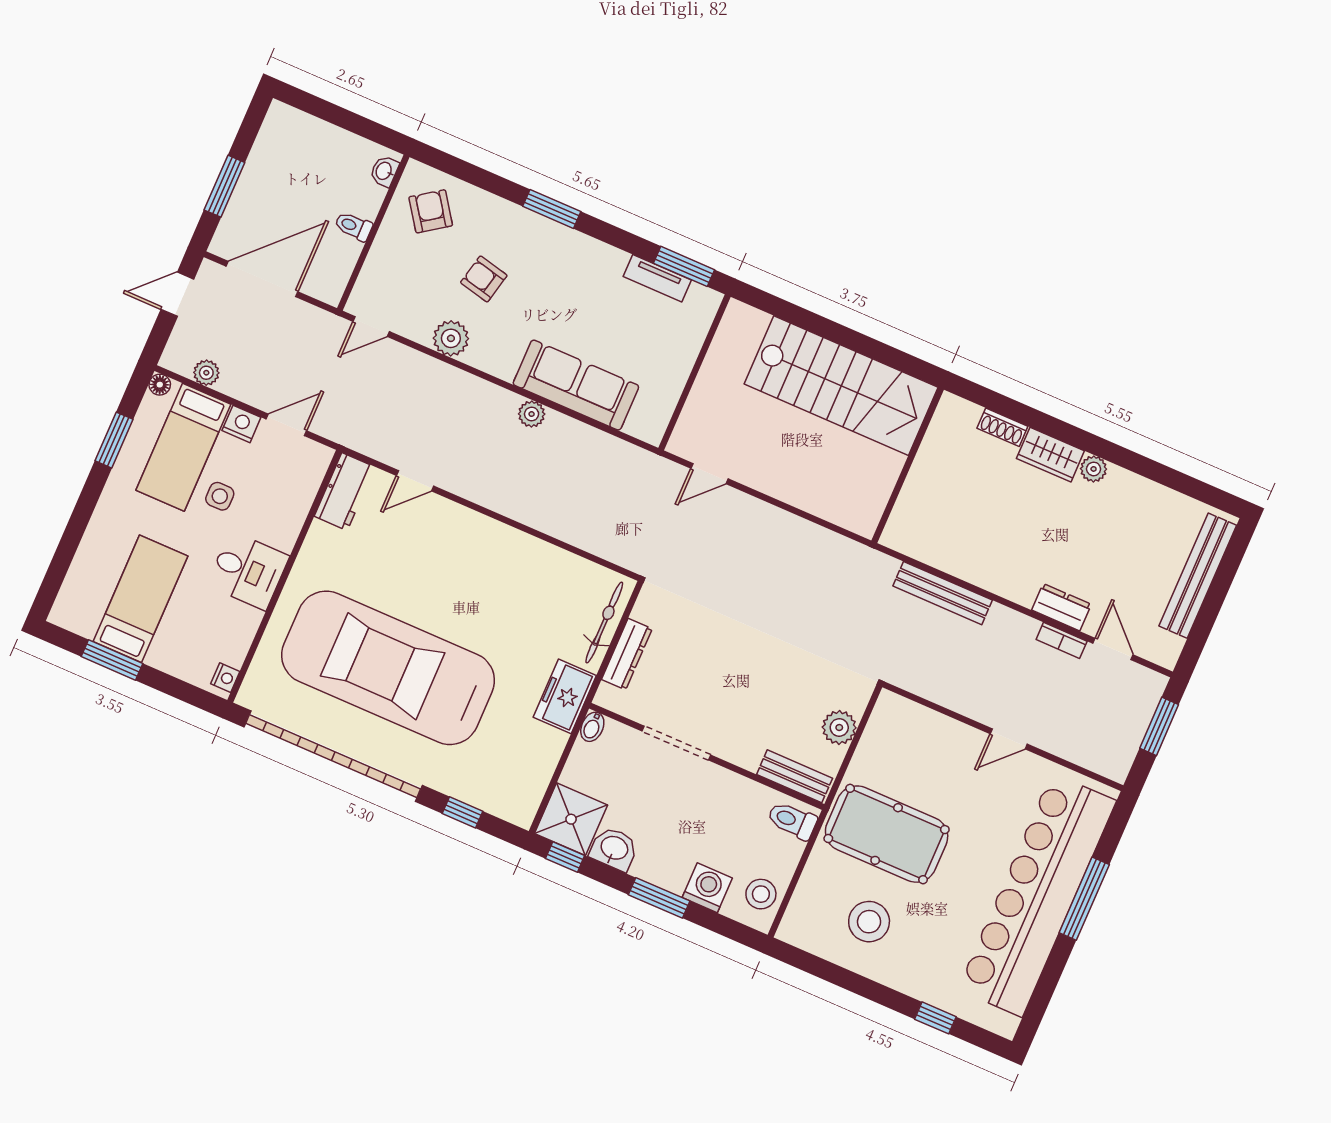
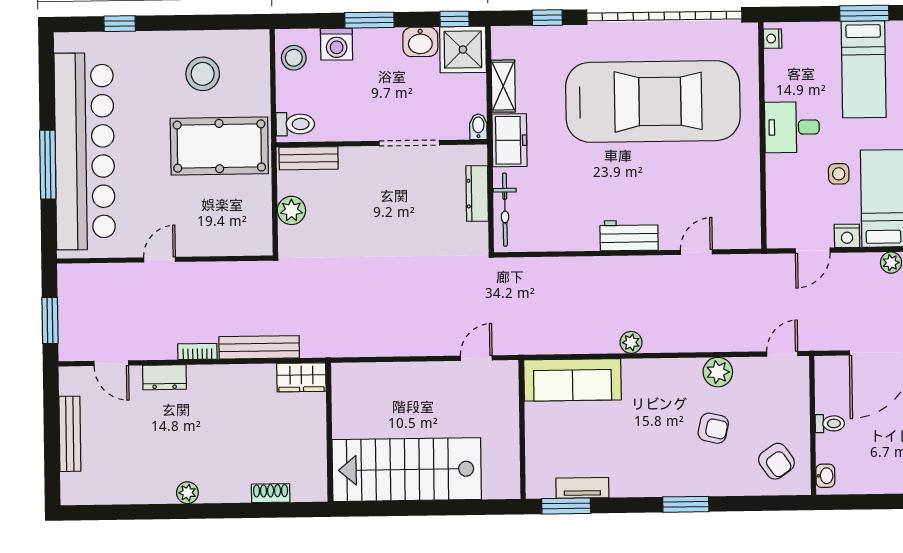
sofa: (576, 385) -> (572, 380), moved
wardrobe: (1050, 455) -> (301, 377), moved, turned 180
workbench: (345, 492) -> (629, 236), moved, turned 90
bench: (1198, 576) -> (70, 434), width x0.73, depth x0.82
bookcase: (1062, 640) -> (197, 352), moved
shelving: (545, 759) -> (503, 86), added

